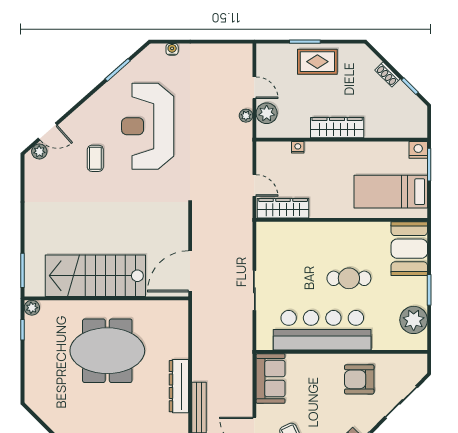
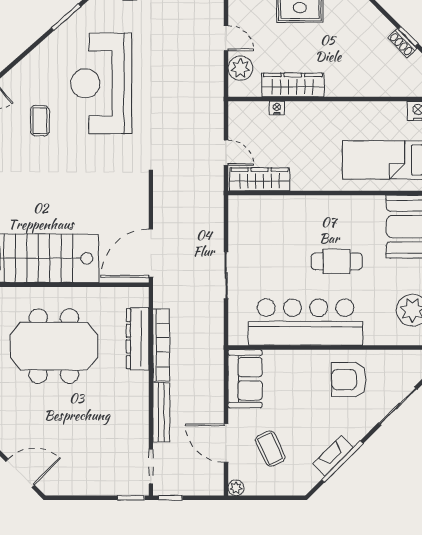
shoe rack: (387, 74) -> (402, 43), moved
plant: (246, 116) -> (216, 71), removed
wardrobe: (337, 128) -> (293, 85), moved
bookcase: (199, 350) -> (161, 345), added
dresser: (179, 386) -> (138, 339), moved

